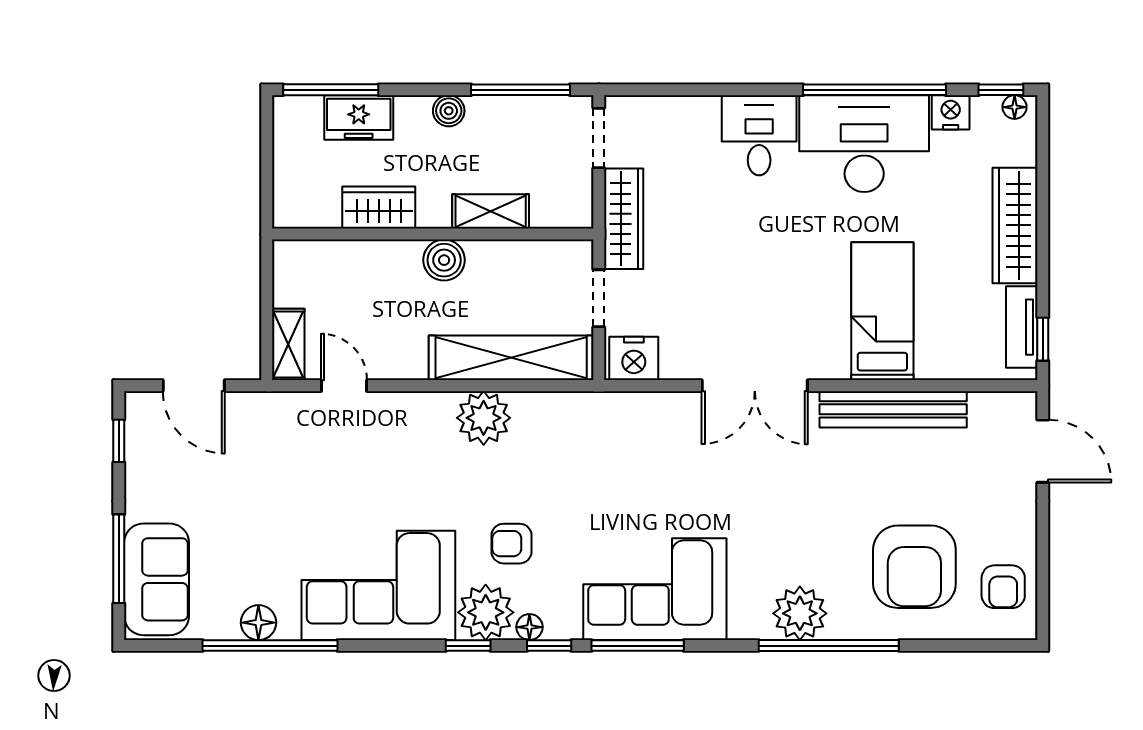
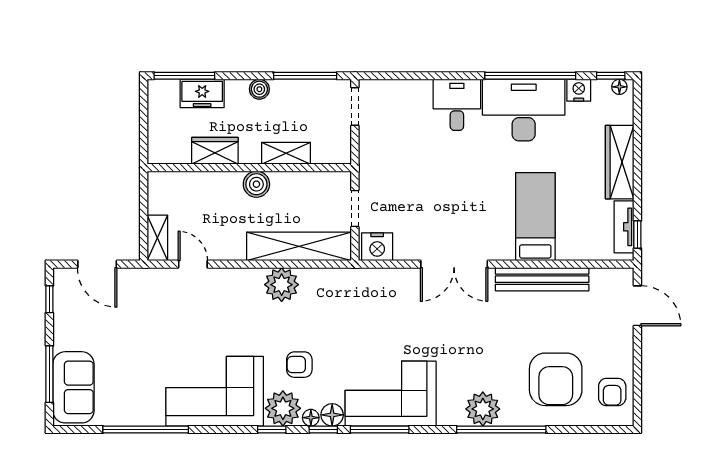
wardrobe: (624, 219) -> (371, 158), removed
floor lamp: (258, 623) -> (332, 415), moved

